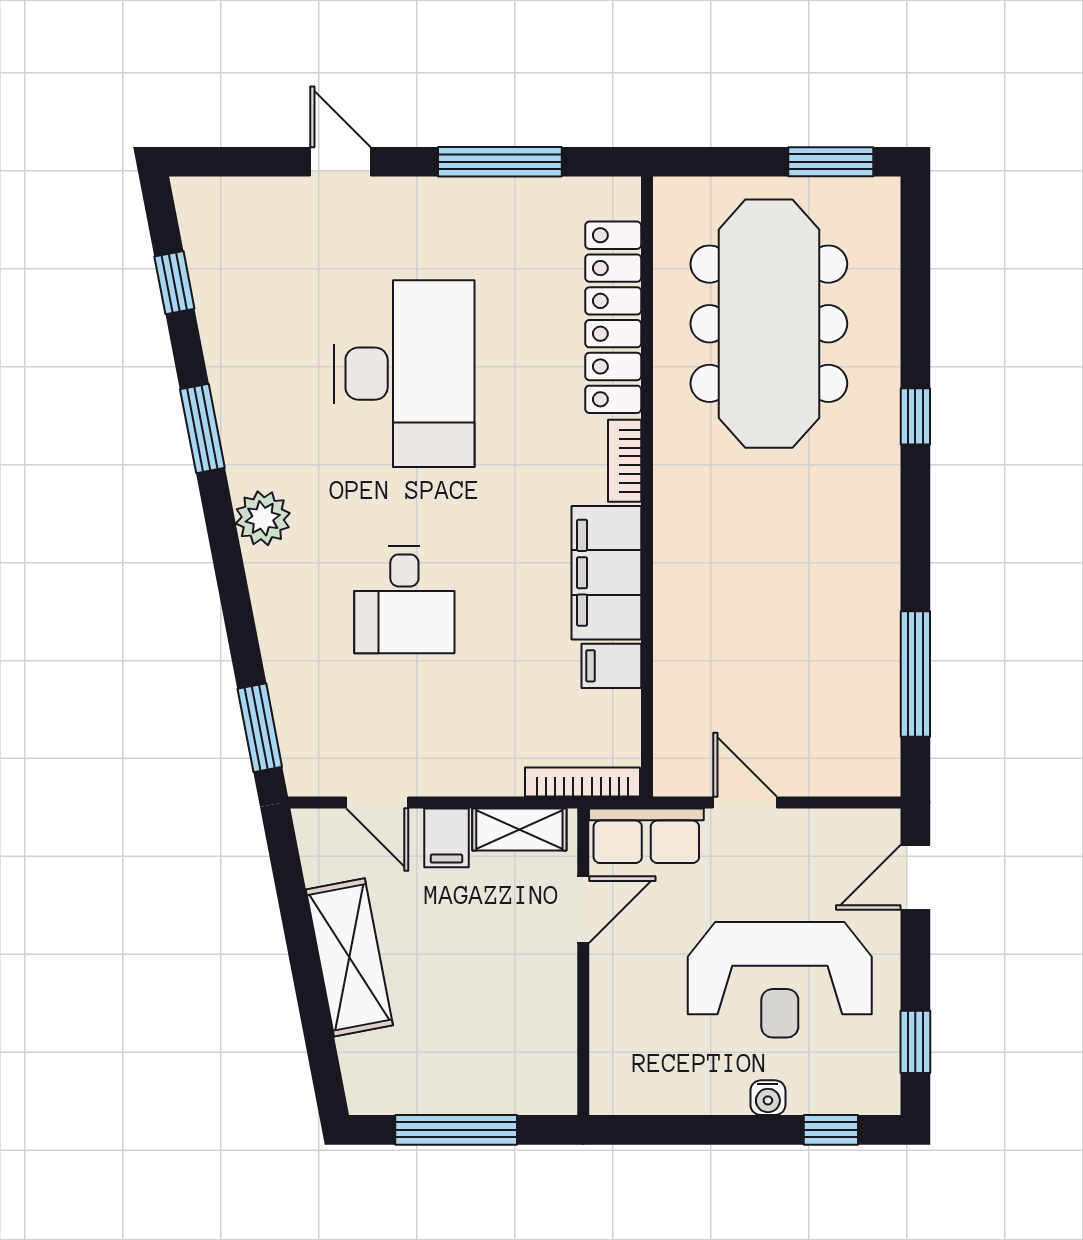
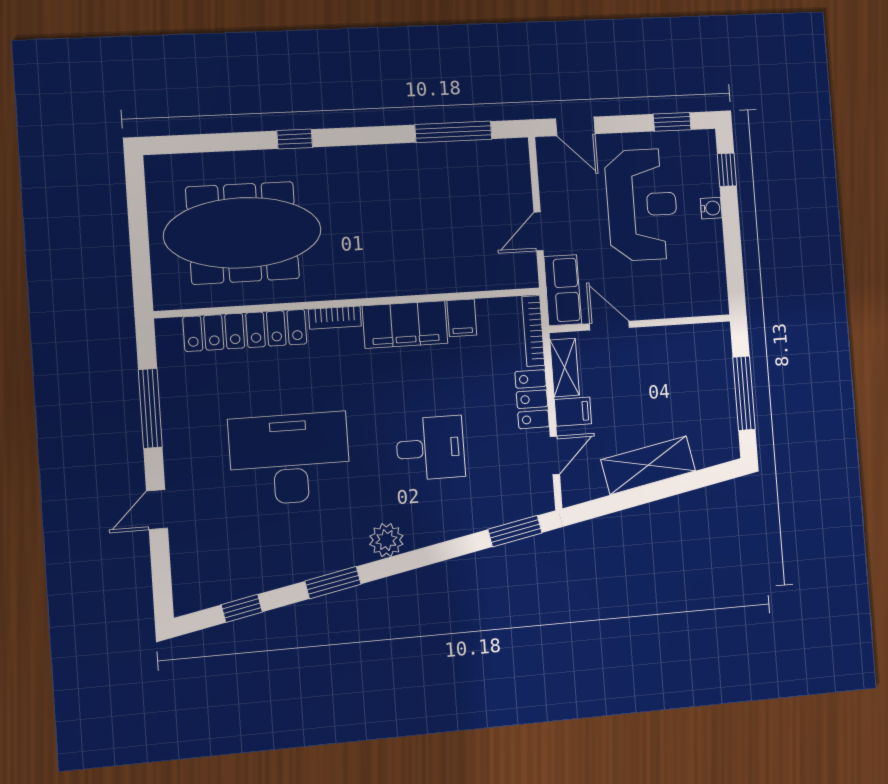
window: (831, 162) -> (136, 200), removed
locker: (472, 772) -> (532, 399), added

